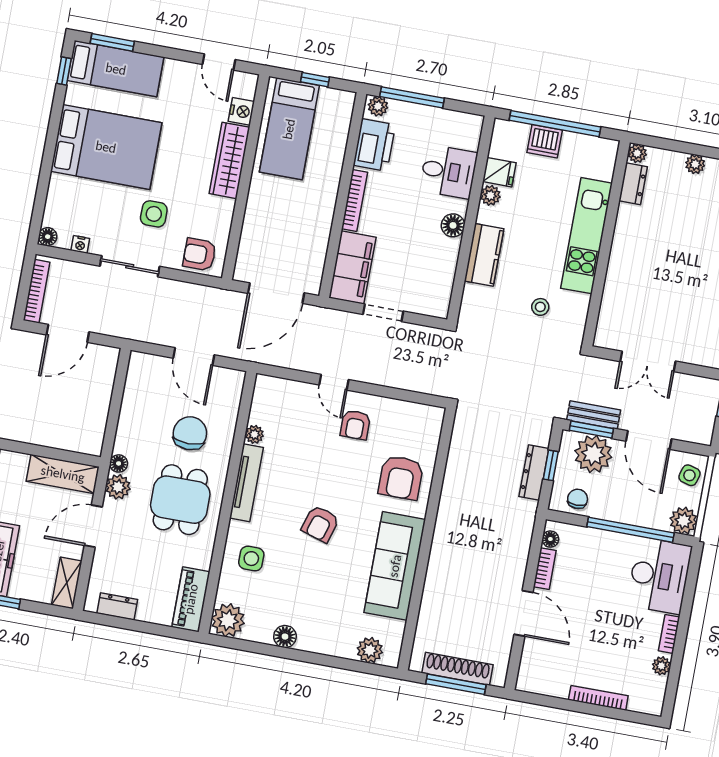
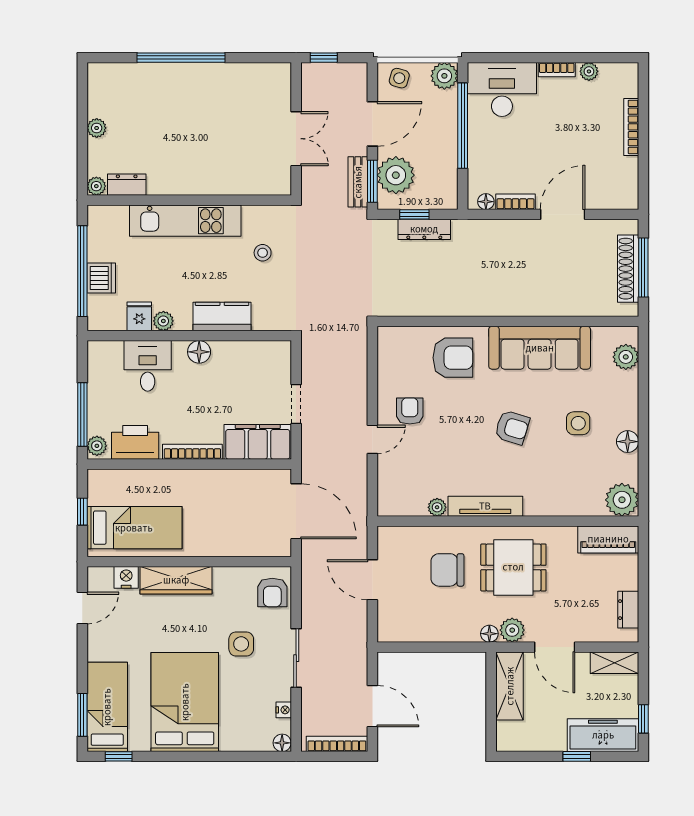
door: (194, 357) -> (372, 580), swing flipped
armchair: (355, 425) -> (410, 411), turned -90
chair: (578, 499) -> (442, 182), removed
side table: (251, 559) -> (578, 423), moved

